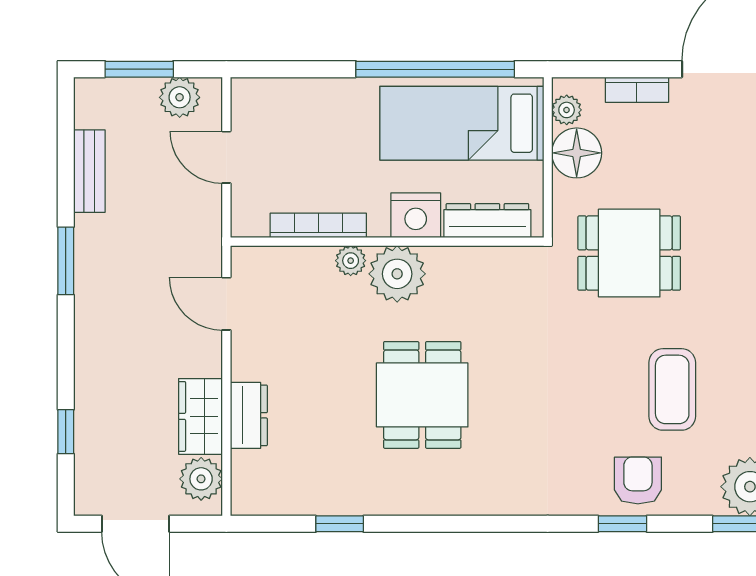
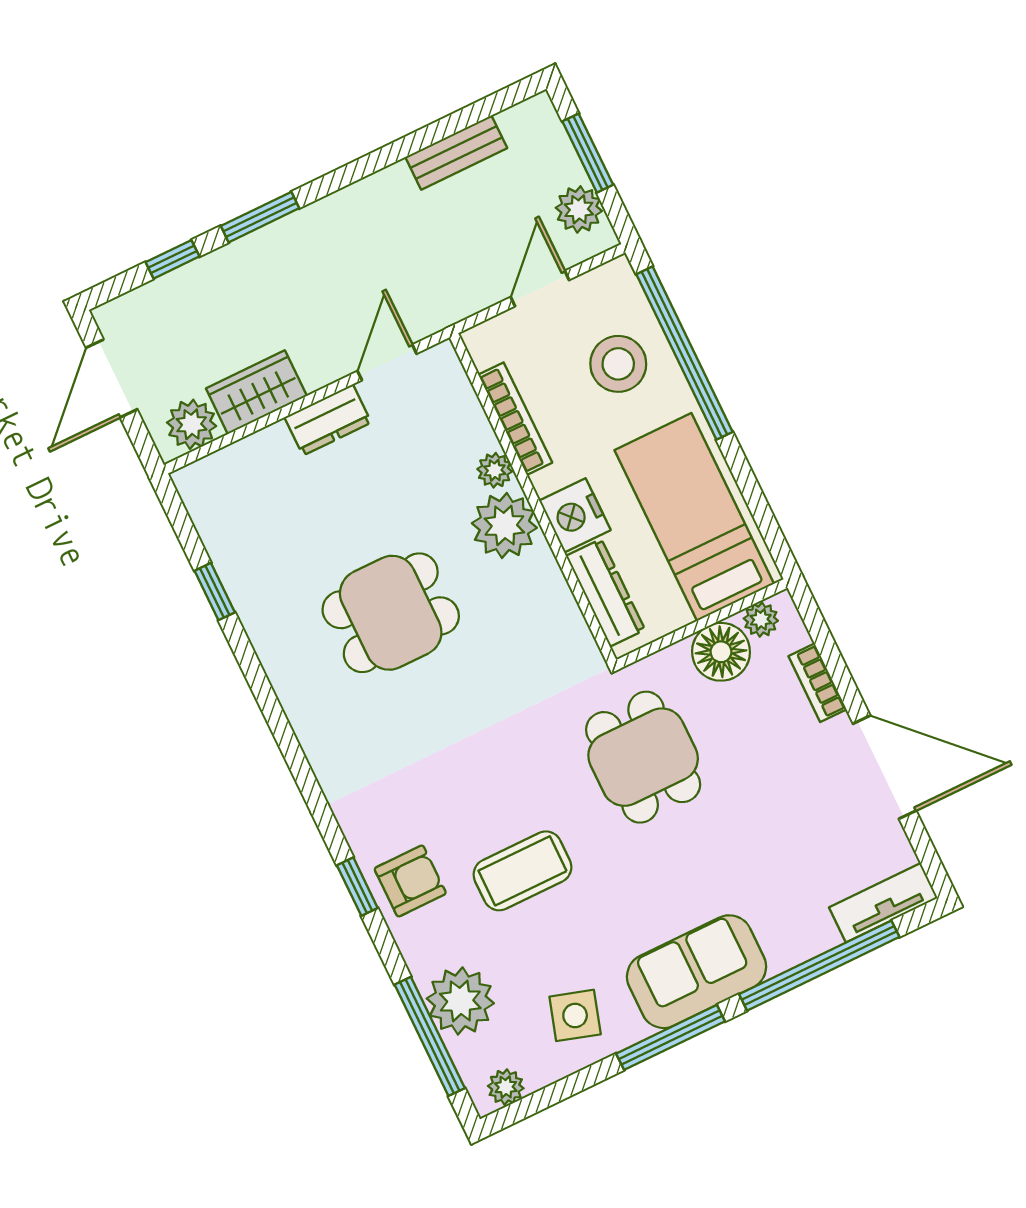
window: (435, 69) -> (684, 353), moved
stool: (314, 125) -> (618, 364), added
window: (66, 261) -> (260, 217), moved
dresser: (249, 415) -> (328, 420), moved

